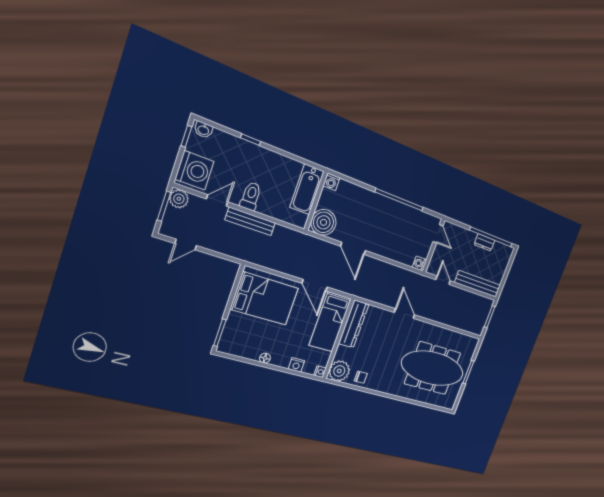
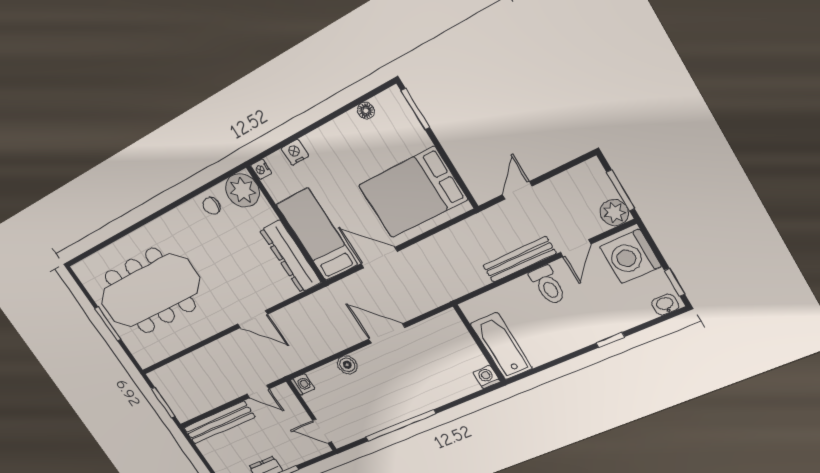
boiler: (324, 222) -> (347, 365), moved, width x0.54, depth x0.54
door: (186, 244) -> (517, 190), moved
floor lamp: (265, 358) -> (366, 111), moved

